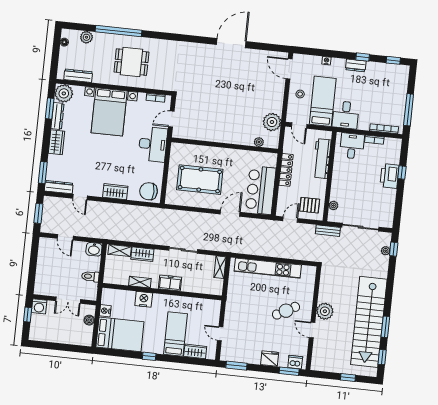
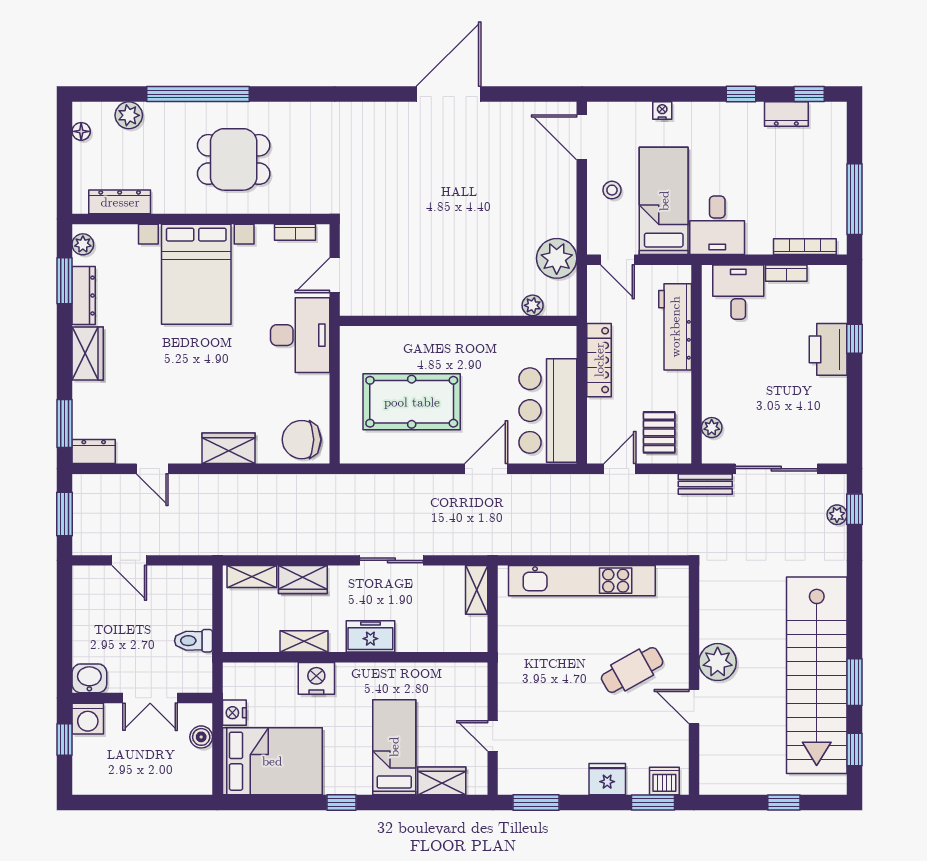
dresser: (356, 65) -> (786, 114), moved
plant: (64, 93) -> (83, 244), width x0.53, depth x0.53
dresser: (59, 187) -> (94, 451), width x0.70
pallet: (310, 205) -> (659, 432), turned 90
washbasin: (94, 249) -> (89, 678), moved, turned 180

